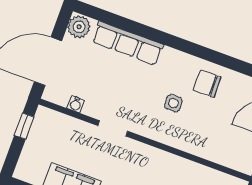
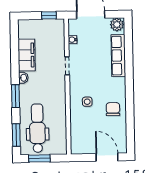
side table: (173, 103) -> (87, 102), moved

